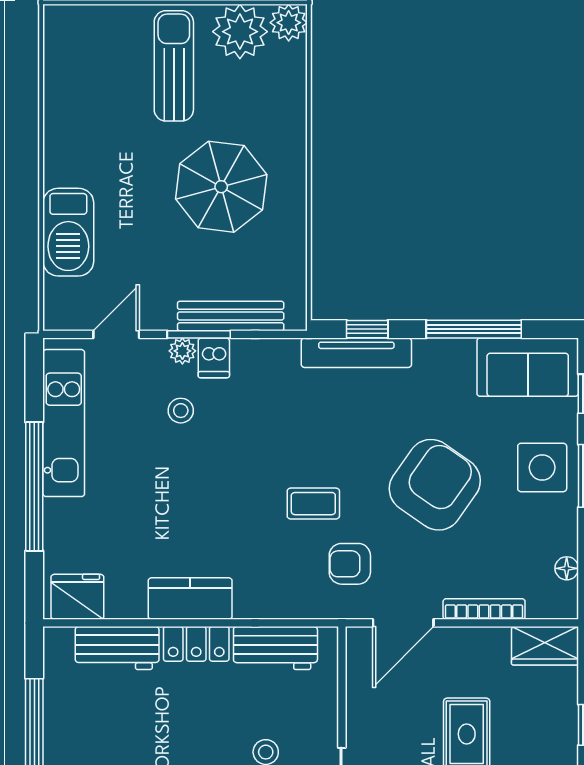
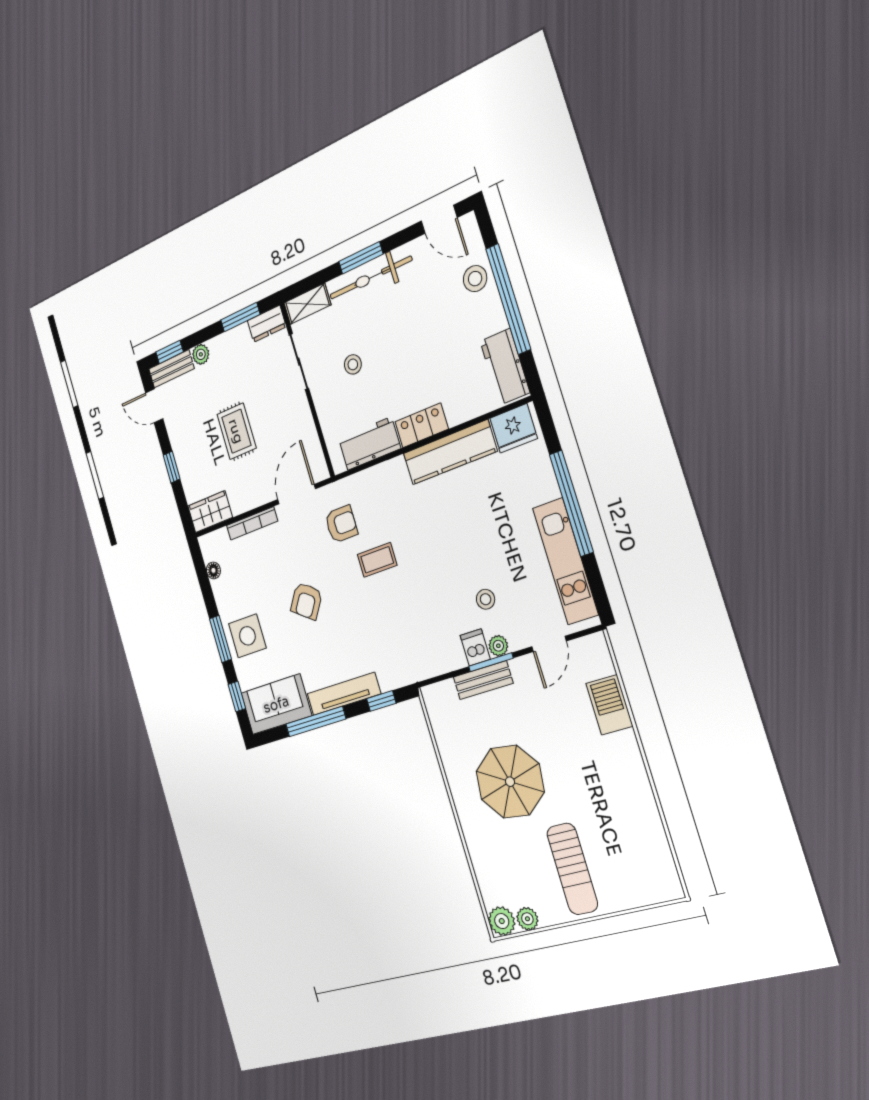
plant: (240, 32) -> (527, 919), width x0.53, depth x0.53
barbecue: (68, 232) -> (609, 705), width x0.73, depth x0.83
bench: (231, 316) -> (483, 680), width x0.73
tv unit: (356, 353) -> (344, 694), moved
armchair: (435, 485) -> (306, 601), width x0.53, depth x0.53
kitchen counter: (190, 599) -> (450, 452), width x1.50
workbench: (117, 648) -> (505, 367), moved, turned -90

